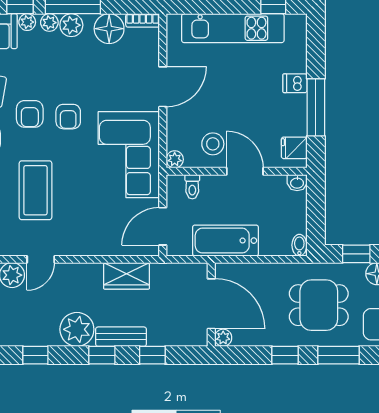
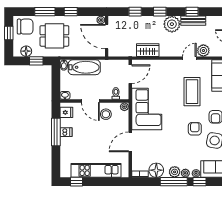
dishwasher: (295, 83) -> (66, 132), moved
armchair: (68, 117) -> (176, 127), removed
bathtub: (225, 241) -> (84, 67), moved
bench: (121, 337) -> (193, 21), moved

